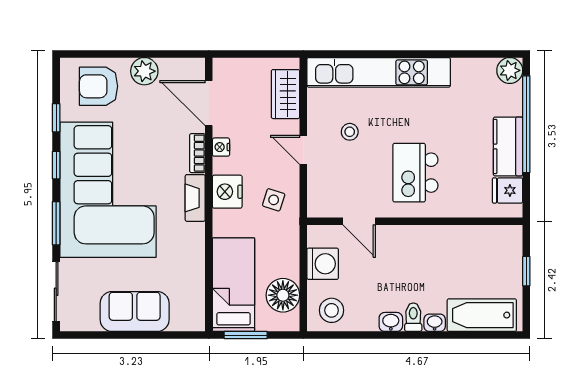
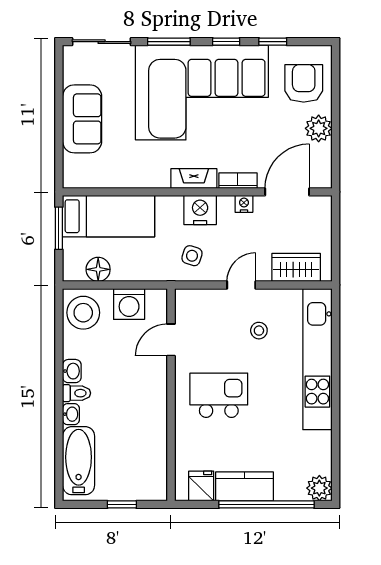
floor lamp: (283, 295) -> (98, 269), width x0.73, depth x0.73
stool: (332, 310) -> (83, 313), width x1.38, depth x1.38

